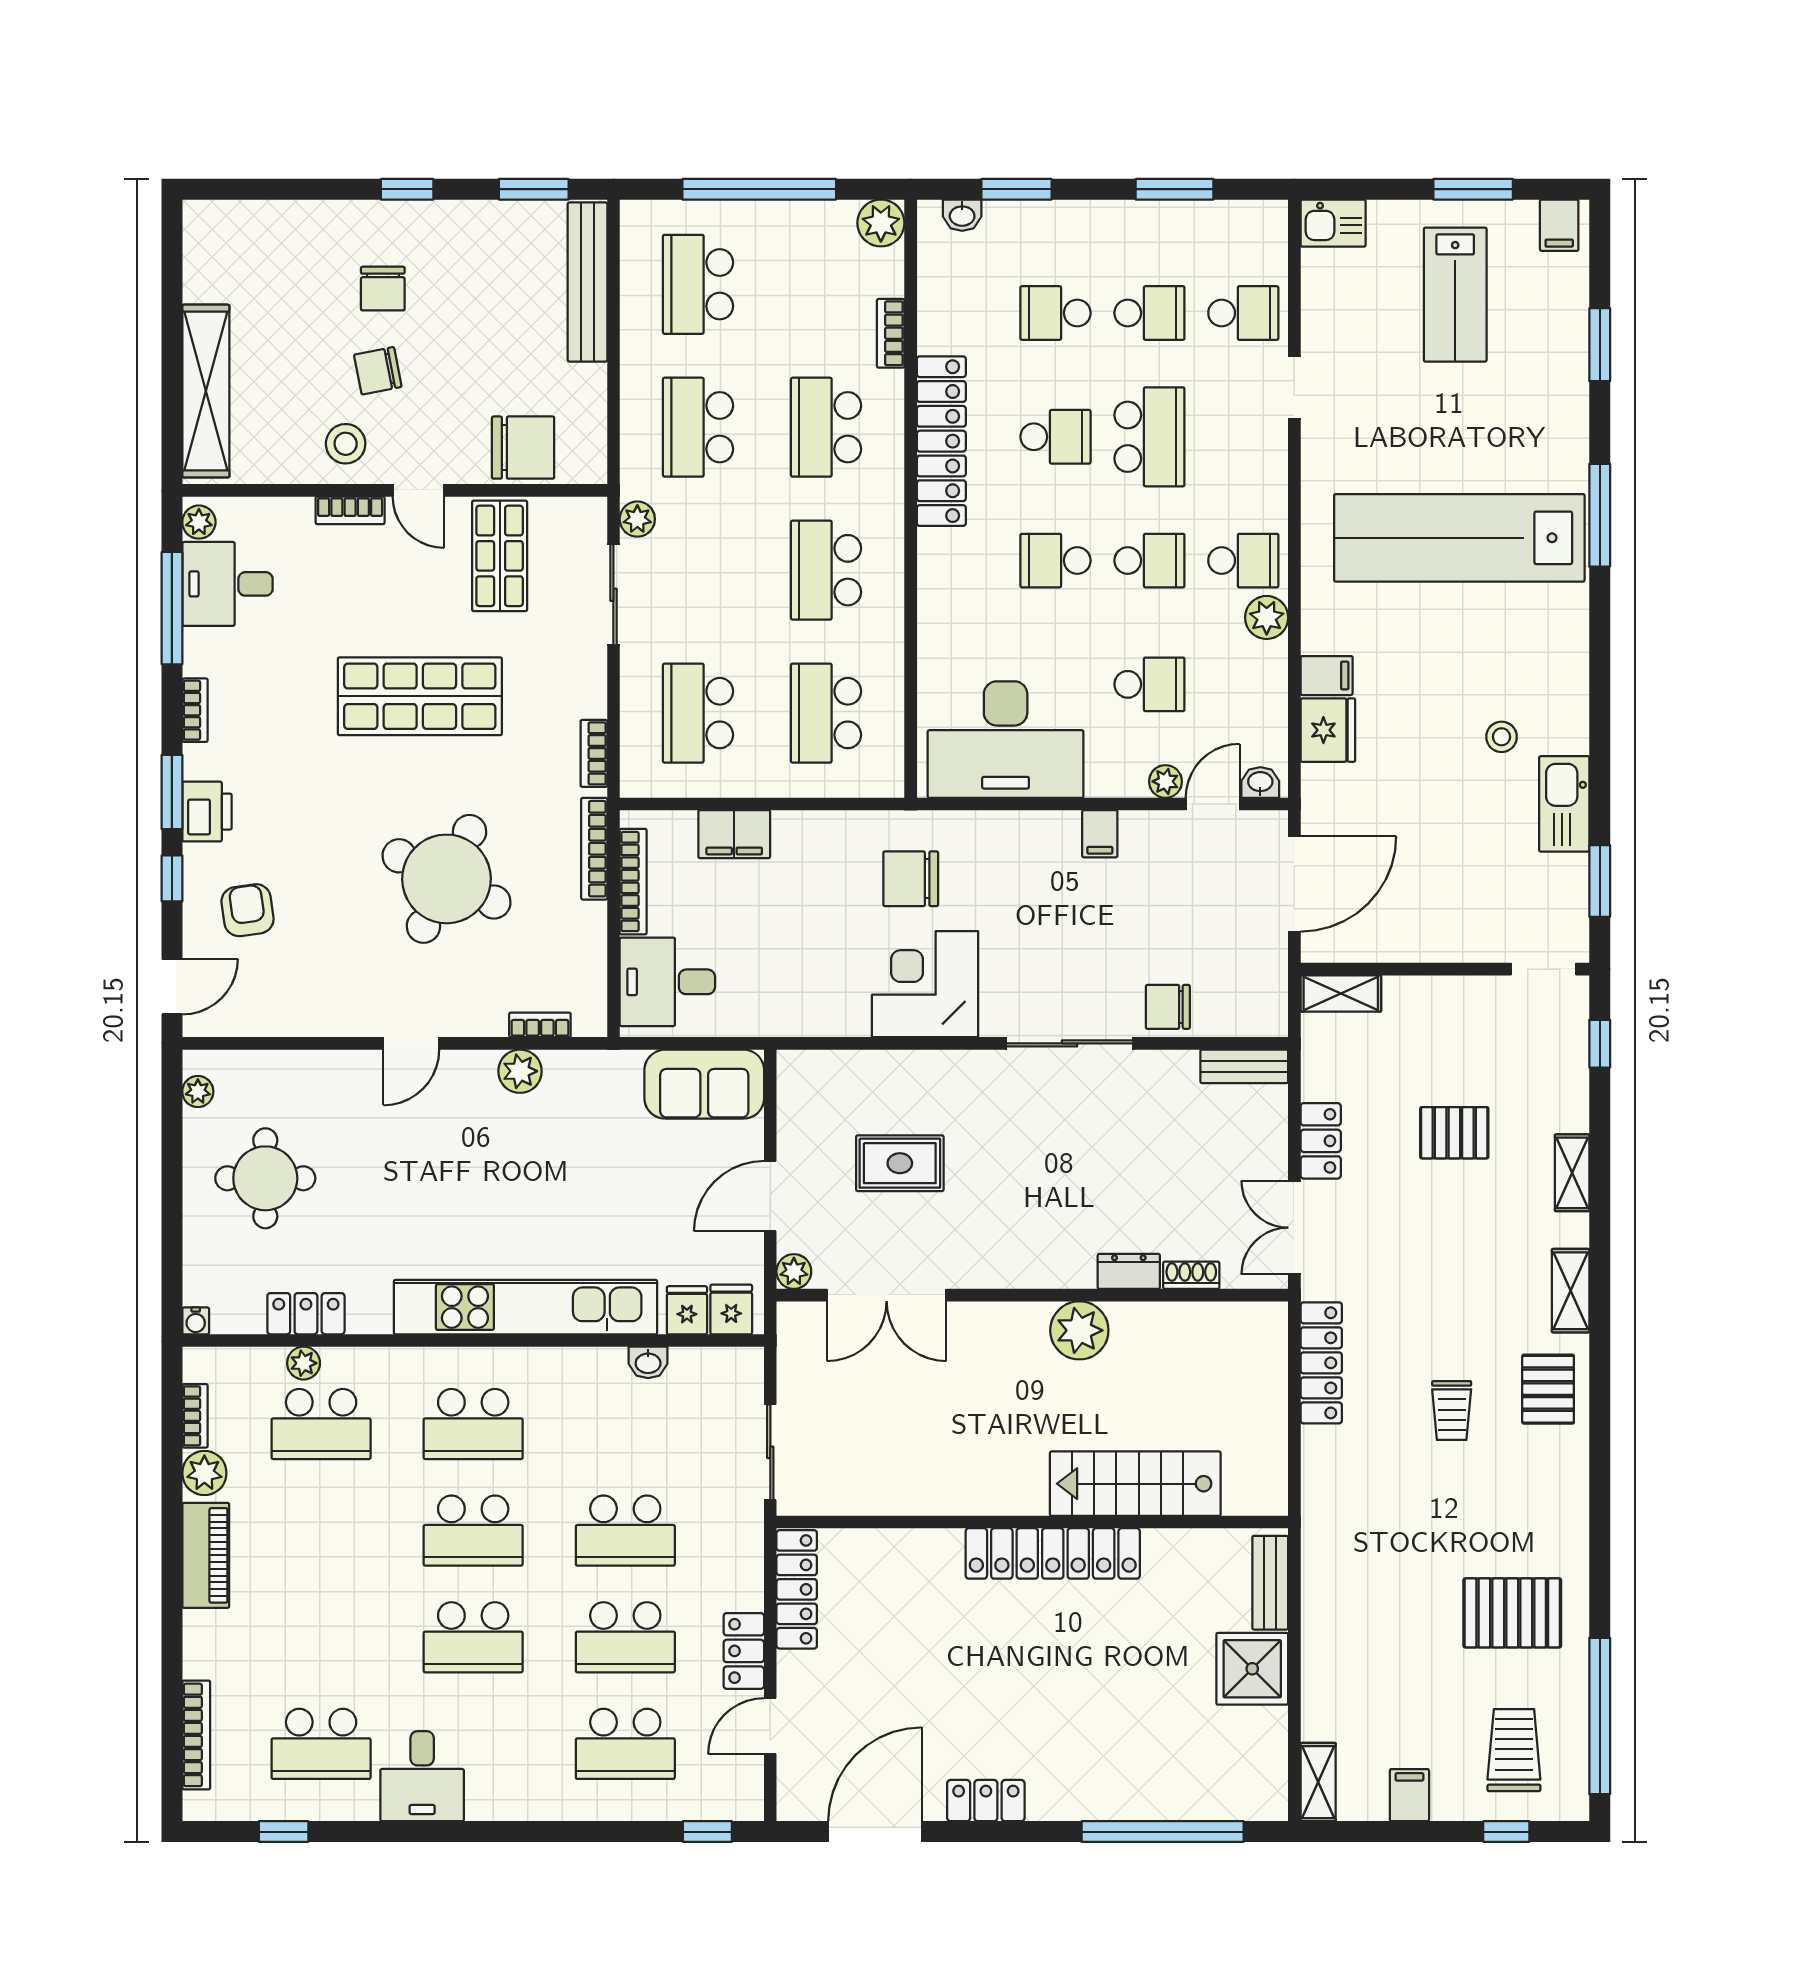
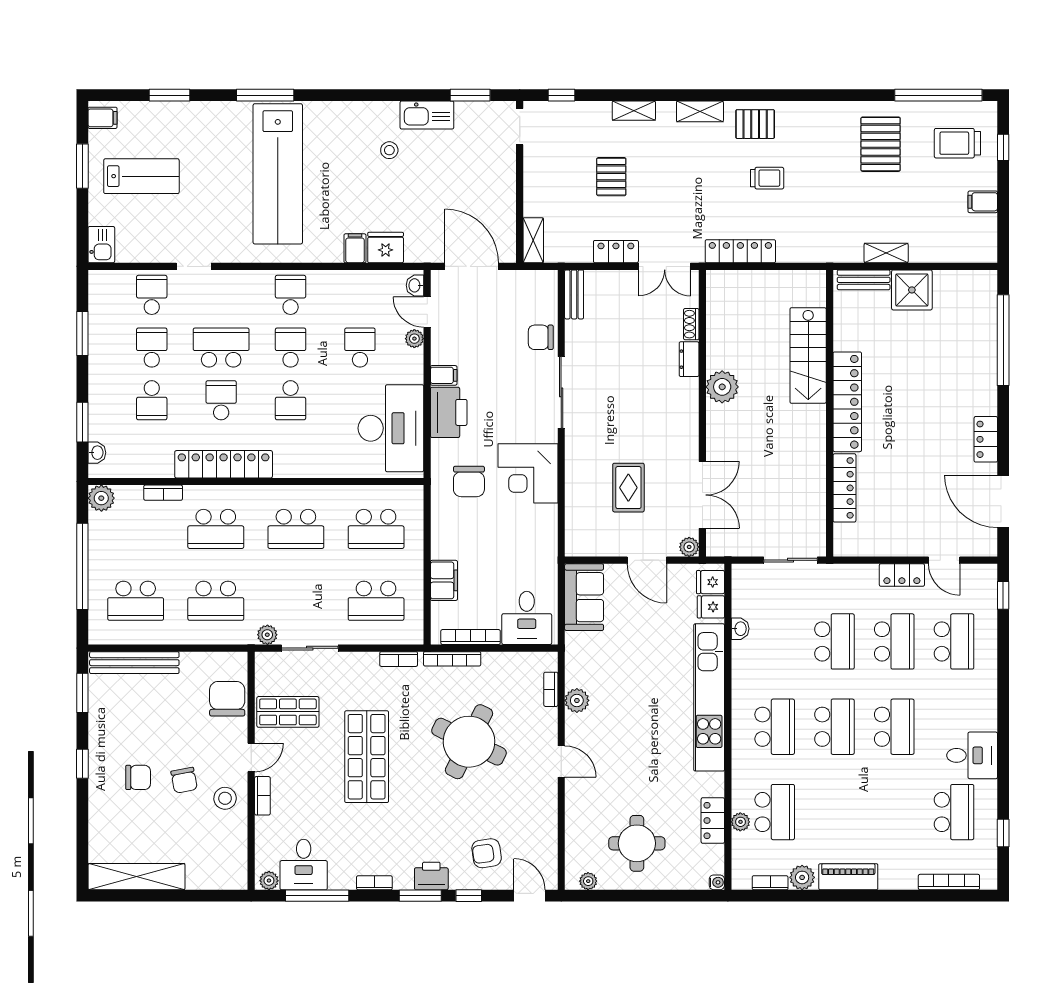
shelving: (206, 391) -> (136, 877), moved
plant: (1267, 617) -> (322, 282), removed
printer: (1034, 843) -> (449, 412), added
chair: (1168, 1007) -> (541, 337), turned 90
locker: (797, 1589) -> (844, 488), moved, turned 90
shelving: (1318, 1782) -> (886, 253), moved

